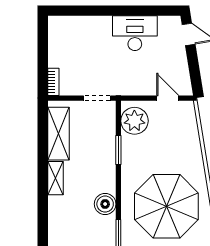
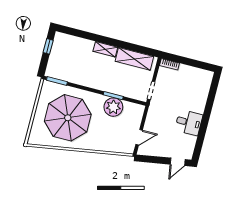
desk: (135, 33) -> (189, 123), width x0.73
plant: (134, 121) -> (113, 107), moved
boiler: (105, 204) -> (80, 78), removed

